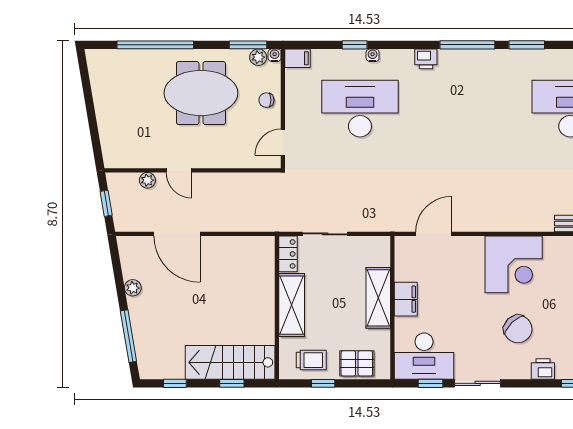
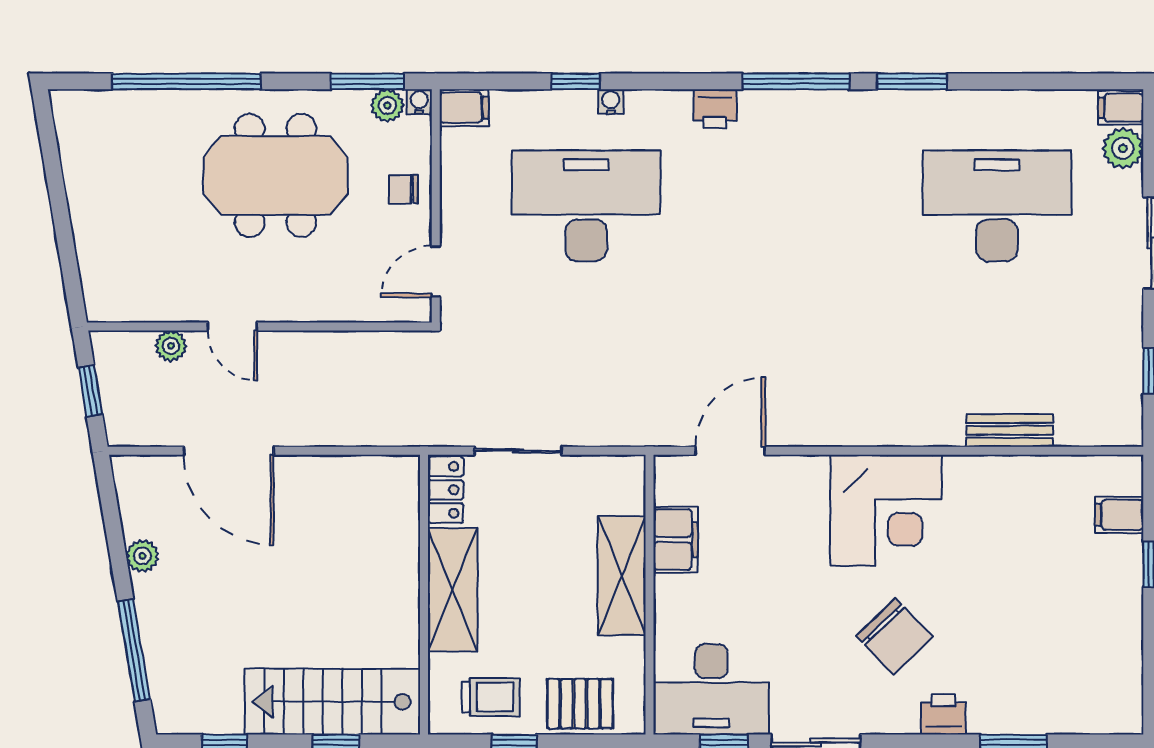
filing cabinet: (406, 299) -> (676, 540), moved

